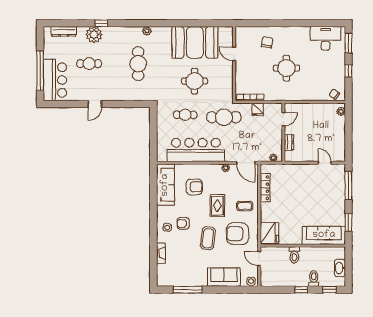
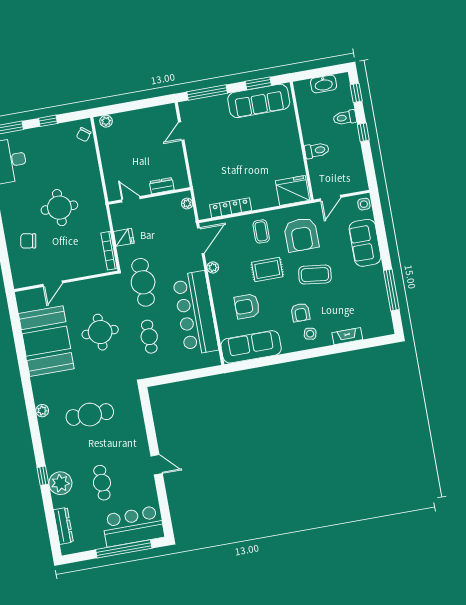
armchair: (194, 187) -> (247, 306), turned -90
sofa: (324, 235) -> (259, 101), moved, turned -90

